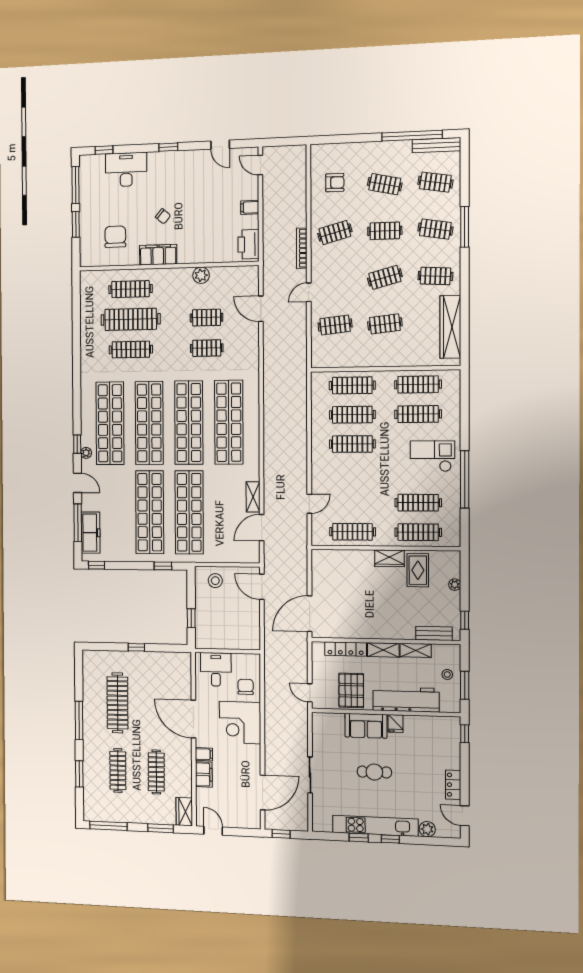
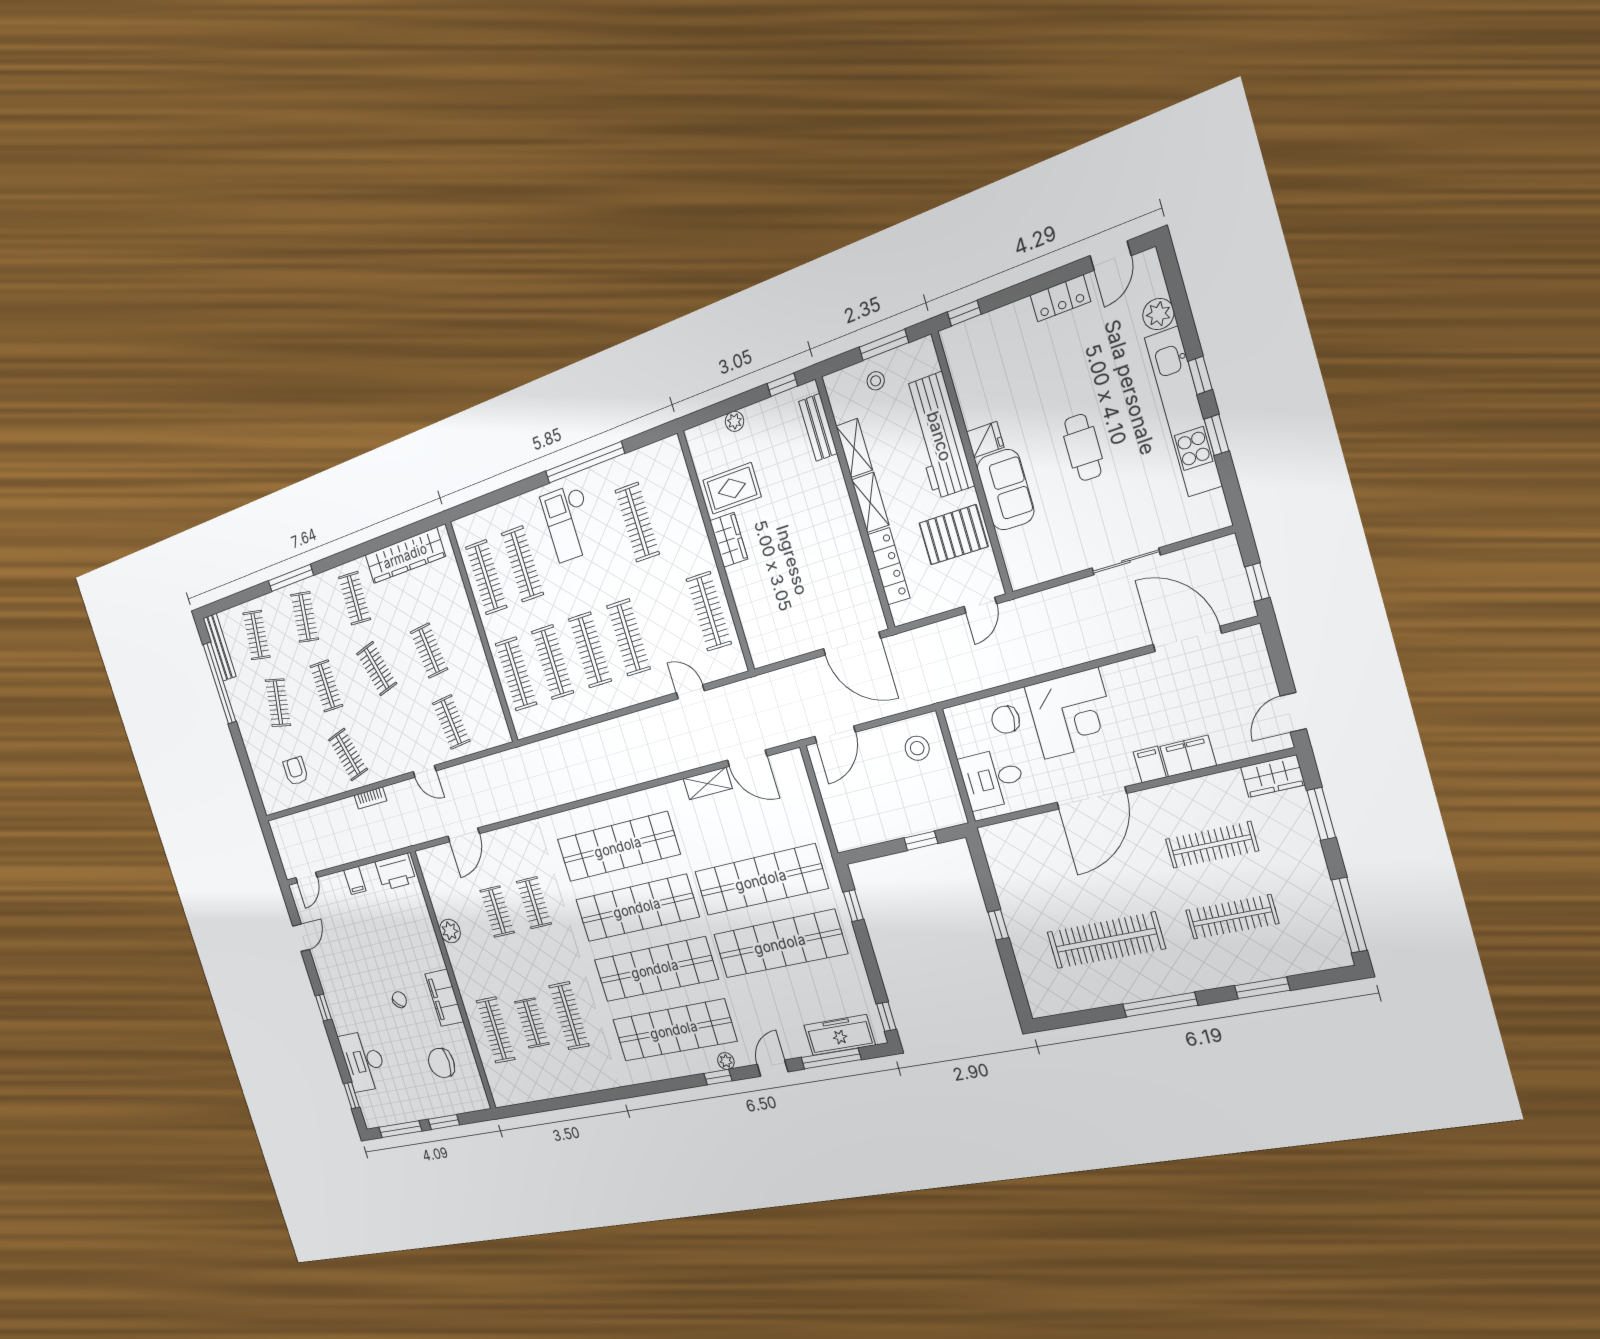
bookcase: (302, 248) -> (370, 798), width x0.64
clothes rail: (131, 319) -> (532, 1023), width x0.54, depth x0.76
clothes rail: (418, 532) -> (629, 637), moved
stool: (215, 581) -> (917, 748), moved

